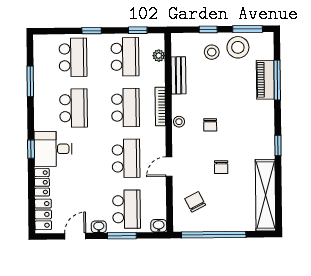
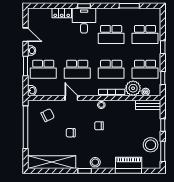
stool: (212, 52) -> (95, 162), moved
plant: (153, 74) -> (133, 88), added
bench: (178, 75) -> (148, 105), moved
locker: (43, 214) -> (40, 13), removed

